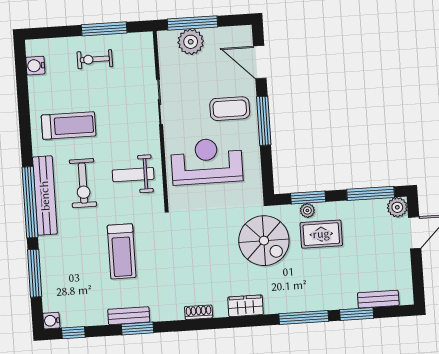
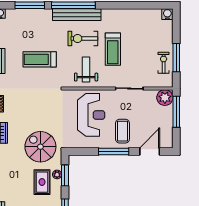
plant: (191, 42) -> (165, 98), moved
exercise bike: (95, 59) -> (164, 63), moved
water cooler: (35, 66) -> (167, 14), moved
treadmill: (69, 126) -> (113, 49), moved
spiral stairs: (264, 241) -> (40, 147), turned 90

